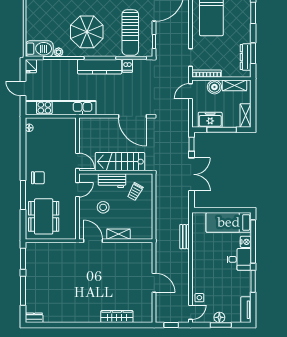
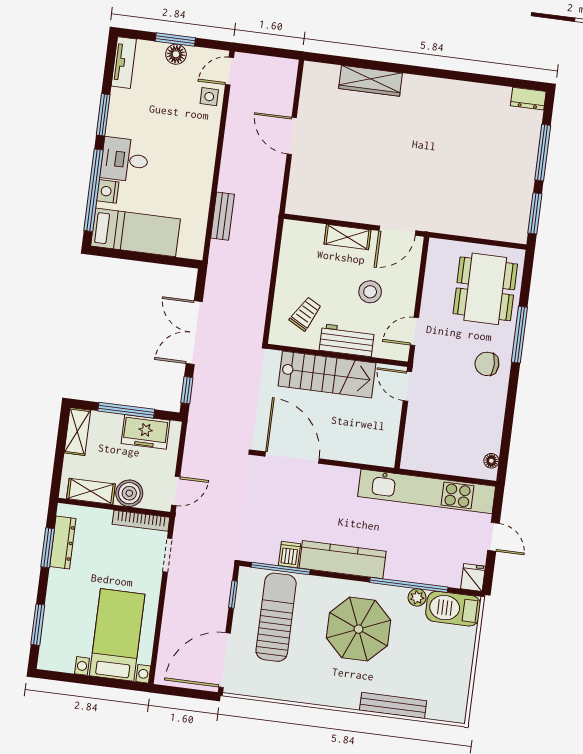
door: (93, 241) -> (397, 231), hinge flipped
window: (171, 325) -> (270, 52), removed

